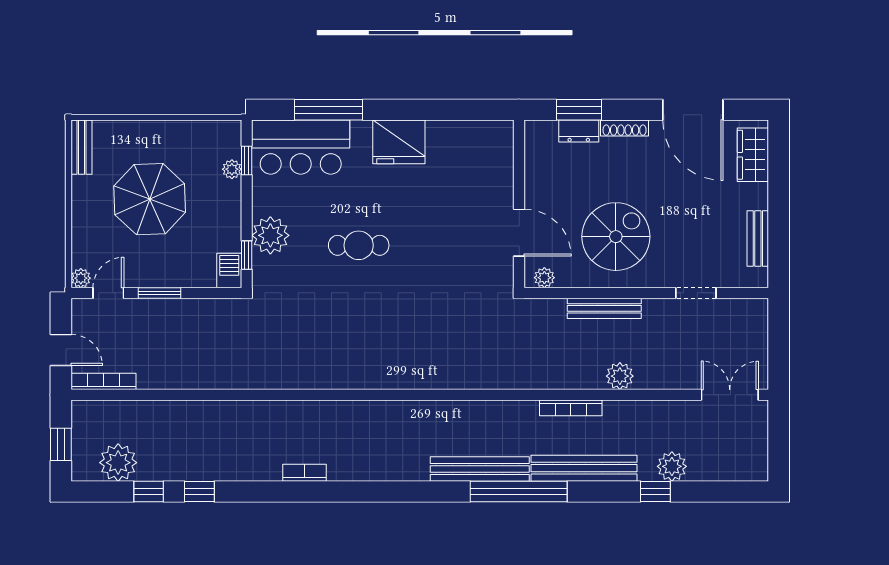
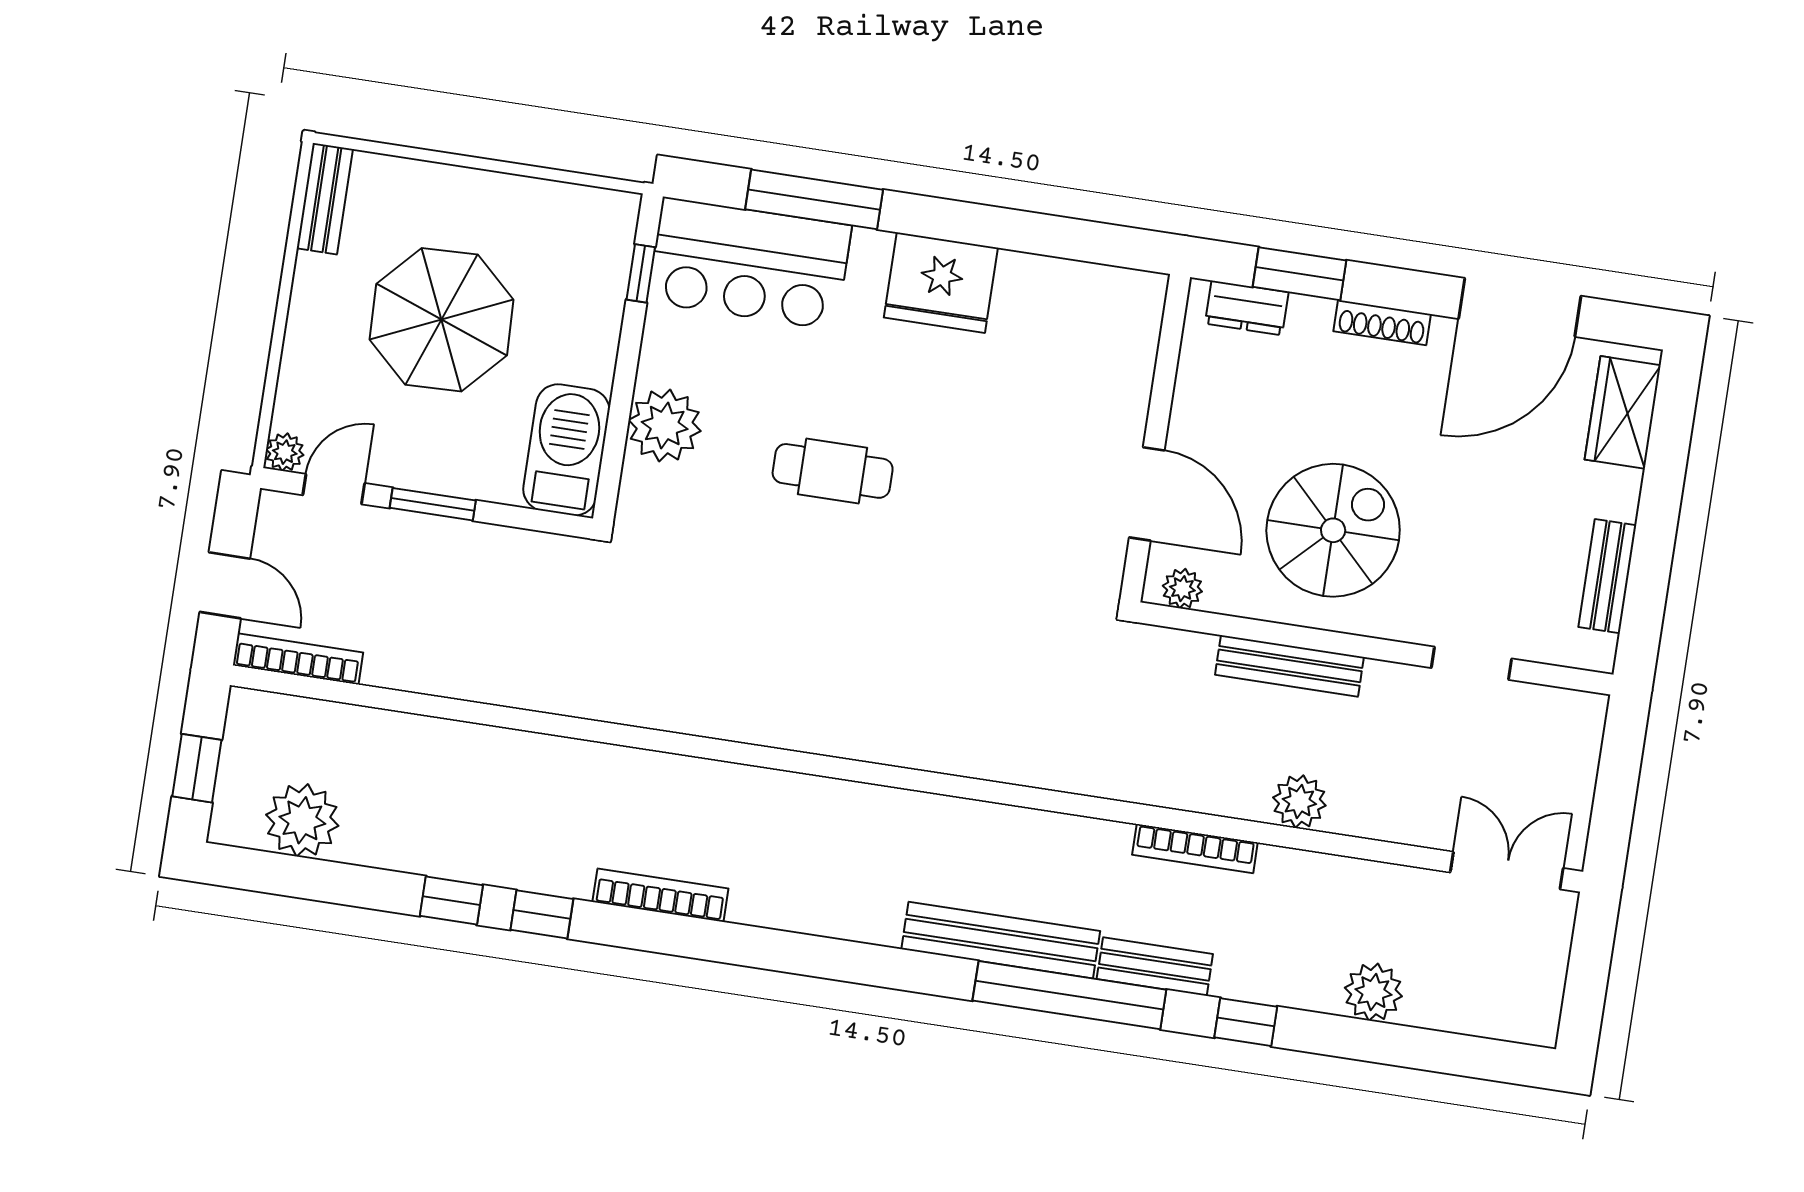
door: (693, 110) -> (1520, 307), hinge flipped
dresser: (579, 131) -> (1247, 308), moved
plant: (232, 169) -> (610, 286), removed
window: (247, 255) -> (613, 457), removed
barbecue: (229, 271) -> (566, 450), width x1.88, depth x1.53
bench: (584, 468) -> (1155, 967), width x0.54, depth x0.82
bookcase: (305, 473) -> (660, 895), width x1.56
window: (149, 492) -> (542, 914), moved
window: (655, 492) -> (1246, 1022), moved

